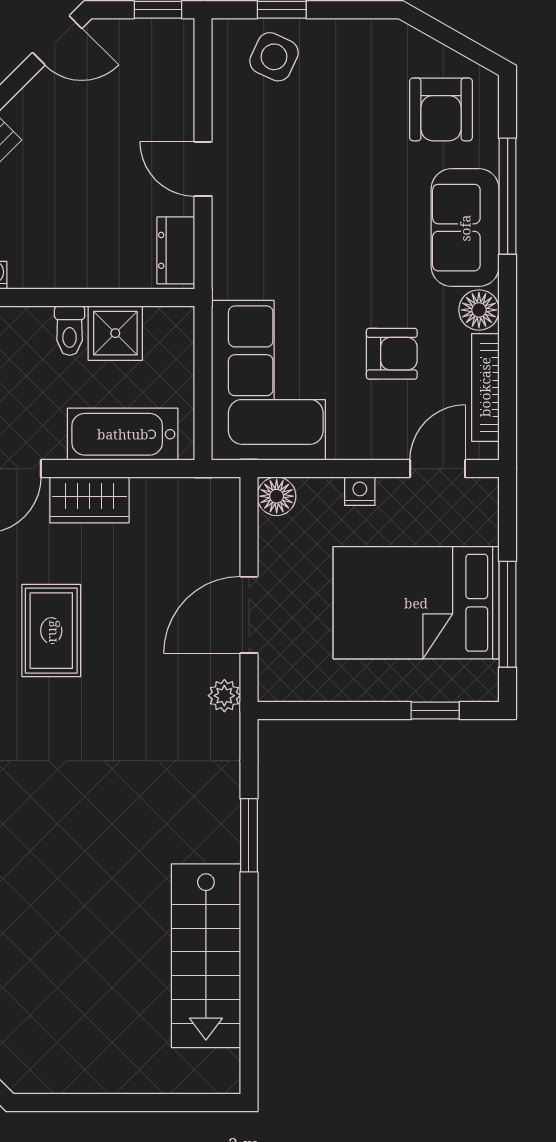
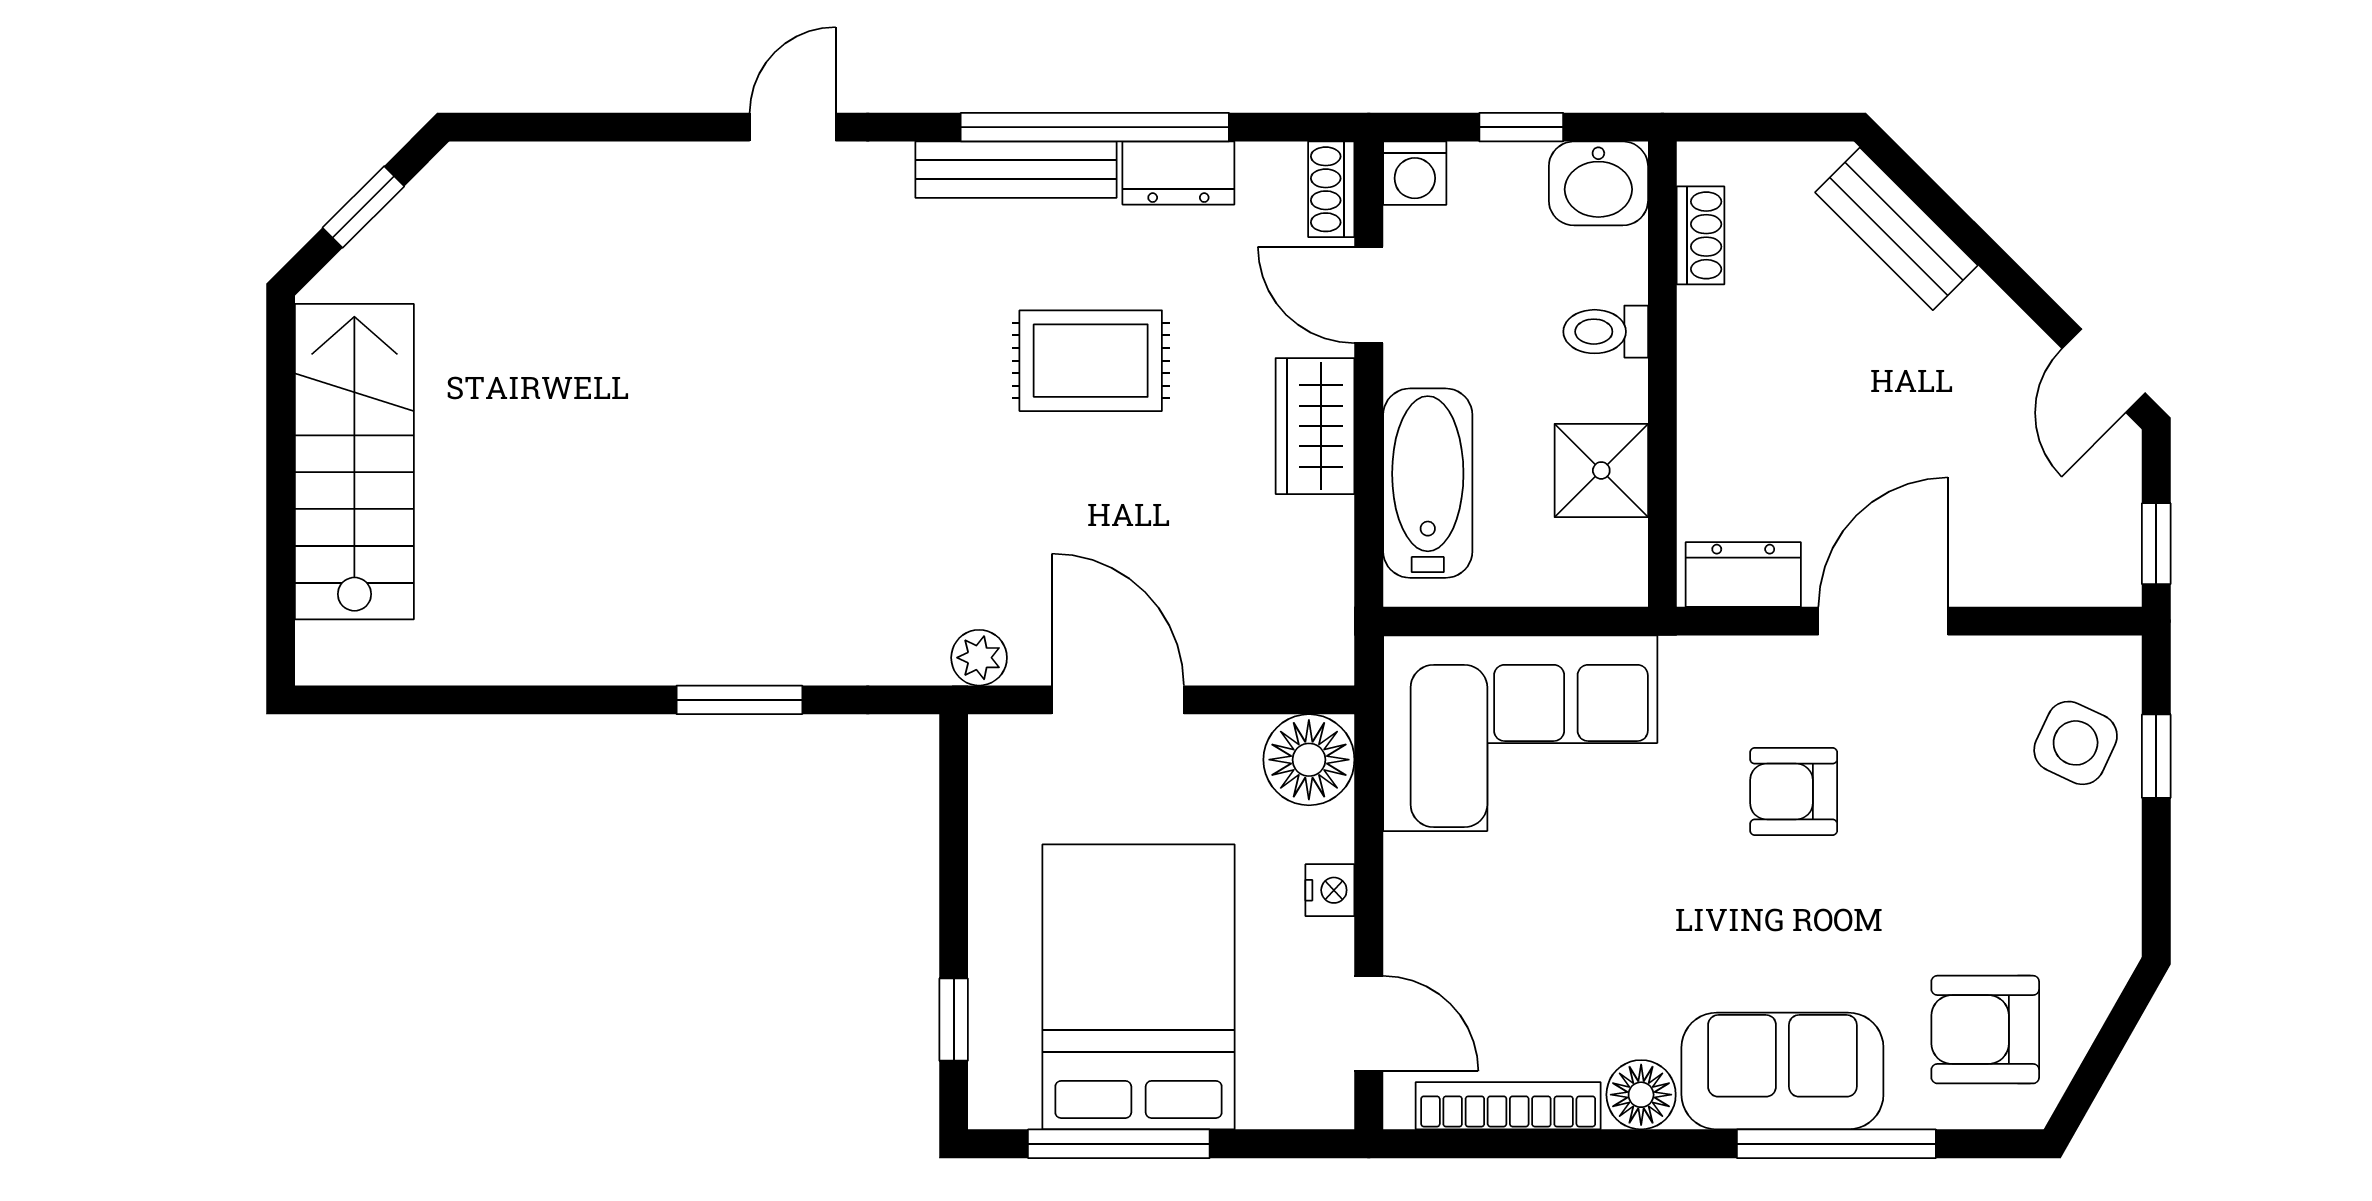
door: (203, 169) -> (1883, 621), width x1.38
toilet: (70, 331) -> (1606, 332), moved
armchair: (392, 354) -> (1794, 792), moved, turned 90
floor lamp: (277, 496) -> (1309, 760), width x1.38, depth x1.38
stairs: (206, 956) -> (354, 462), moved, turned 90

